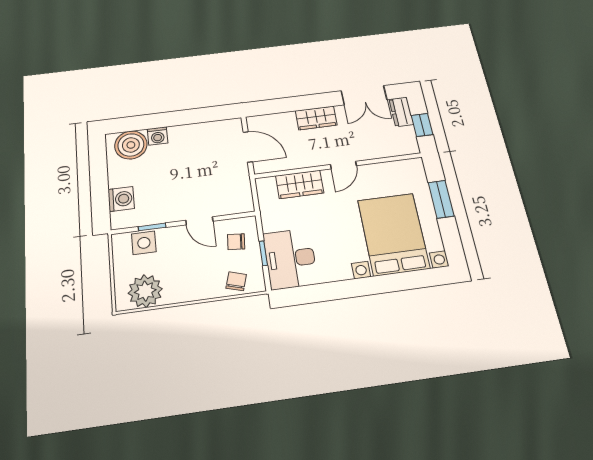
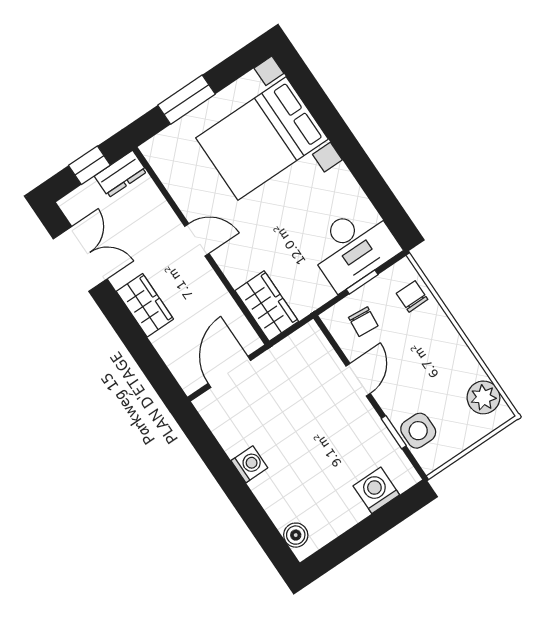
dresser: (401, 112) -> (121, 174), moved
washing machine: (158, 136) -> (249, 464), moved
boiler: (131, 145) -> (296, 535), width x0.54, depth x0.54
wardrobe: (300, 184) -> (267, 306), moved
chair: (236, 281) -> (412, 296), turned 73
plant: (145, 291) -> (483, 397), width x0.73, depth x0.73

